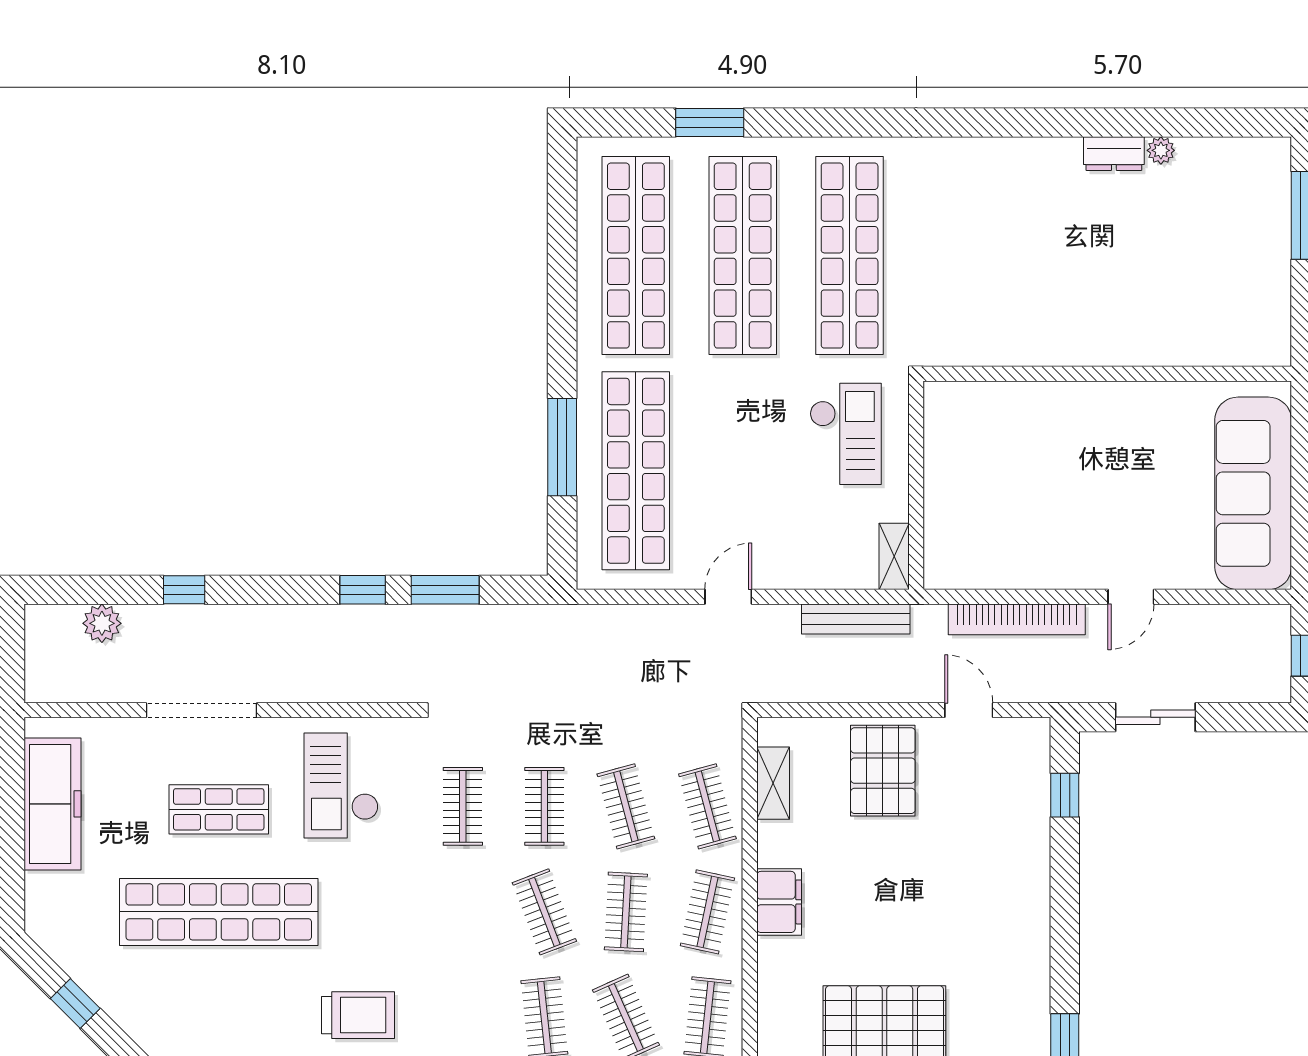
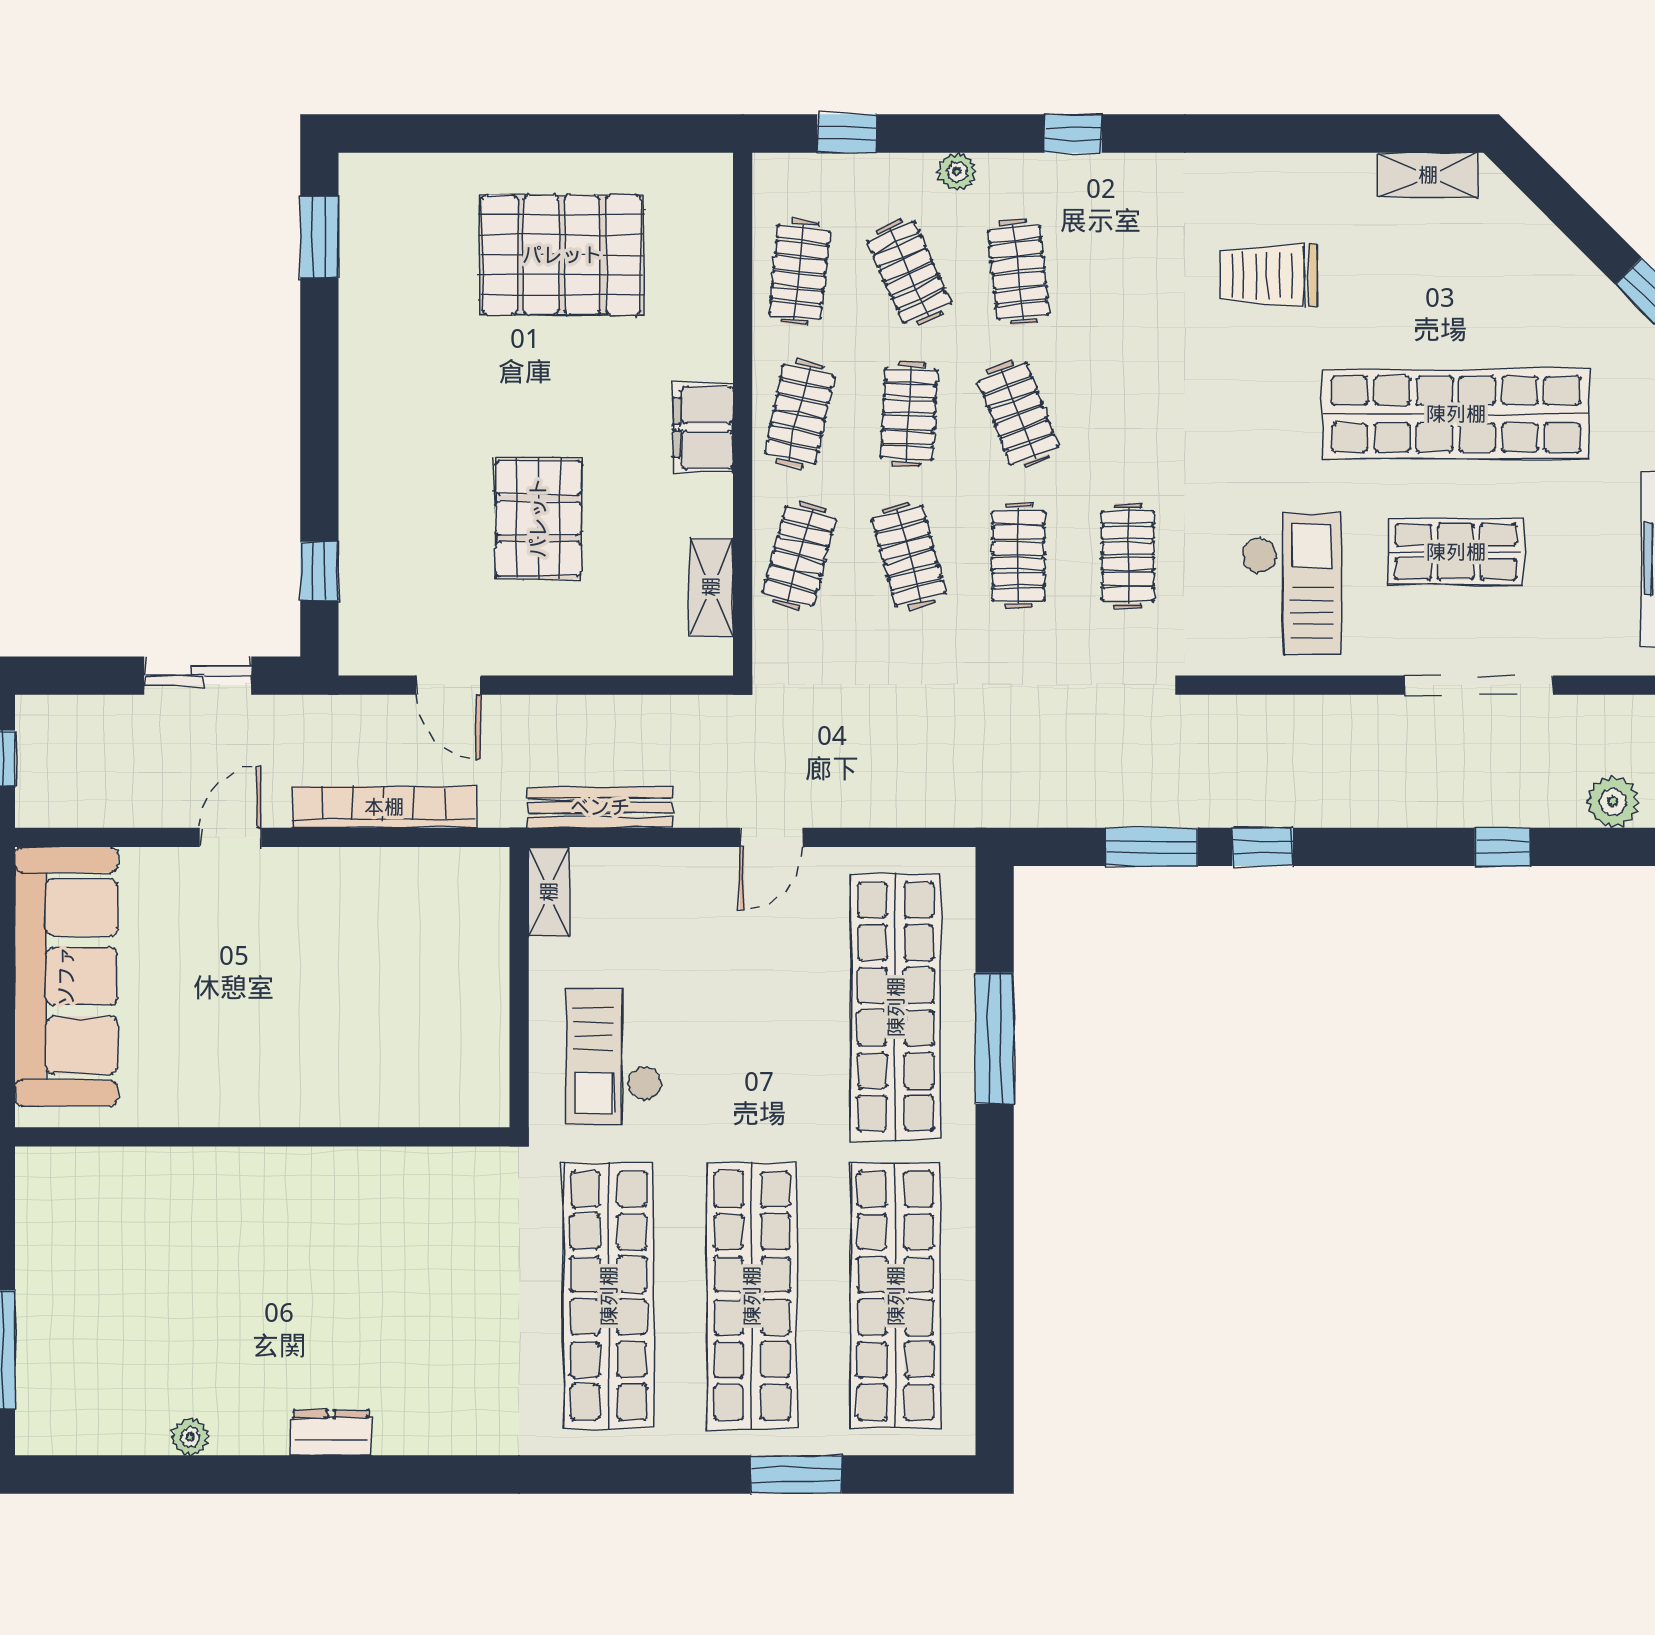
dresser: (1114, 154) -> (331, 1433), moved
pallet: (883, 771) -> (538, 518), moved
clothes rail: (707, 806) -> (799, 556), turned 30

